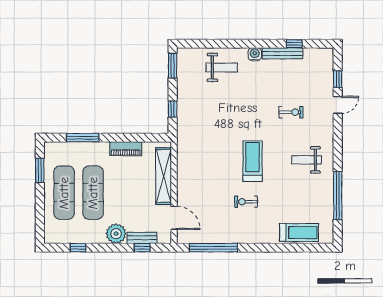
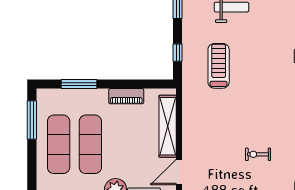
treadmill: (253, 161) -> (219, 66), moved
window: (40, 170) -> (32, 120), width x1.44
door: (174, 218) -> (179, 172), swing flipped

